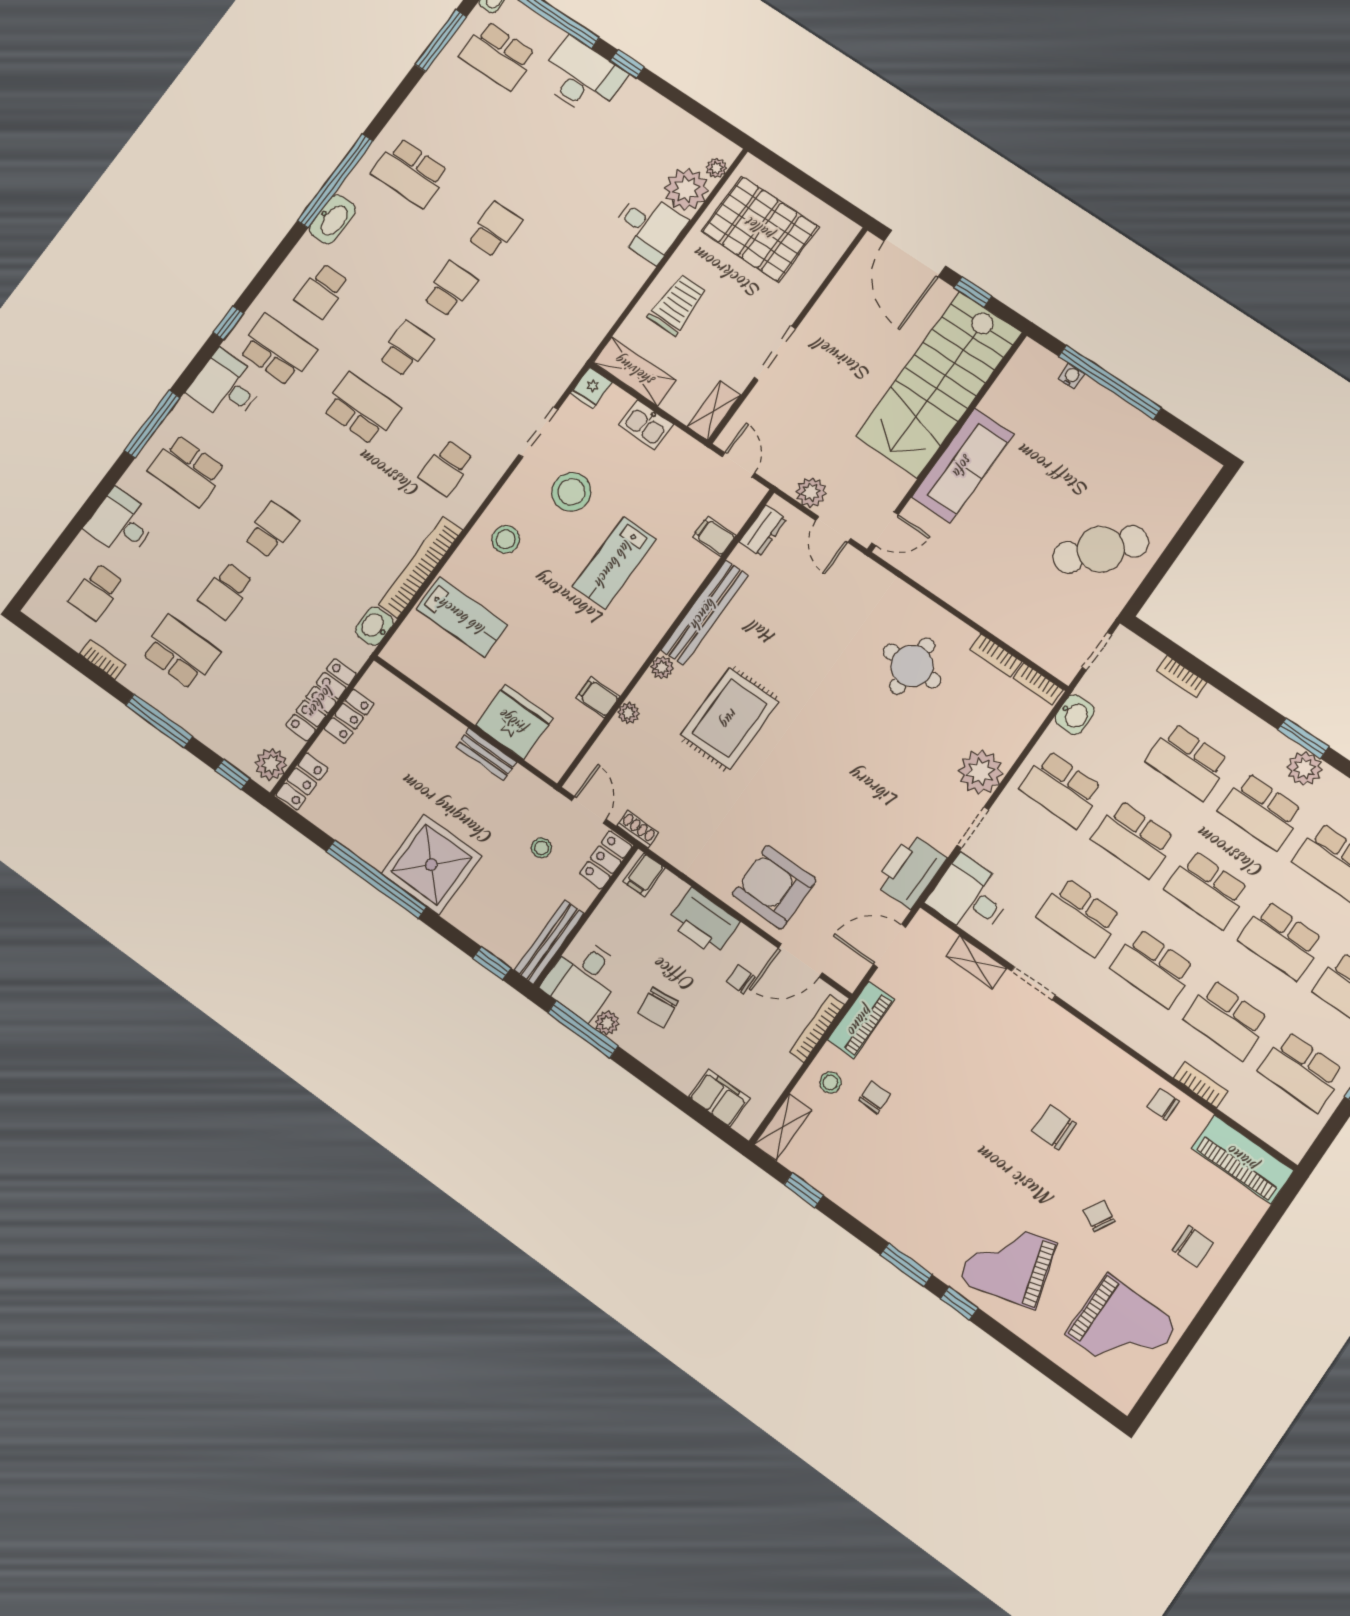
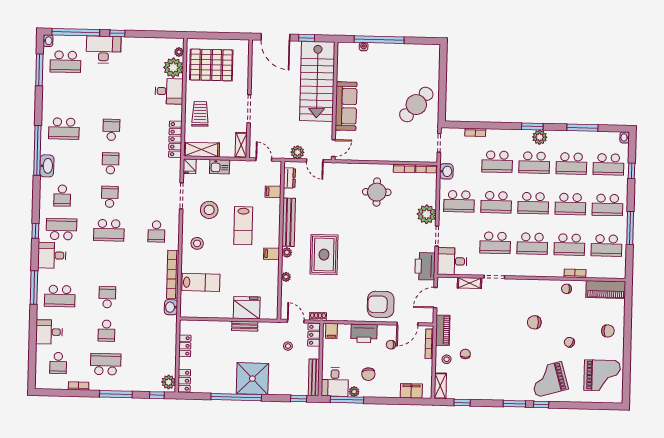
school desk: (361, 409) -> (109, 230), turned 180
filing cabinet: (598, 697) -> (272, 254), moved
locker: (321, 700) -> (175, 139), moved

